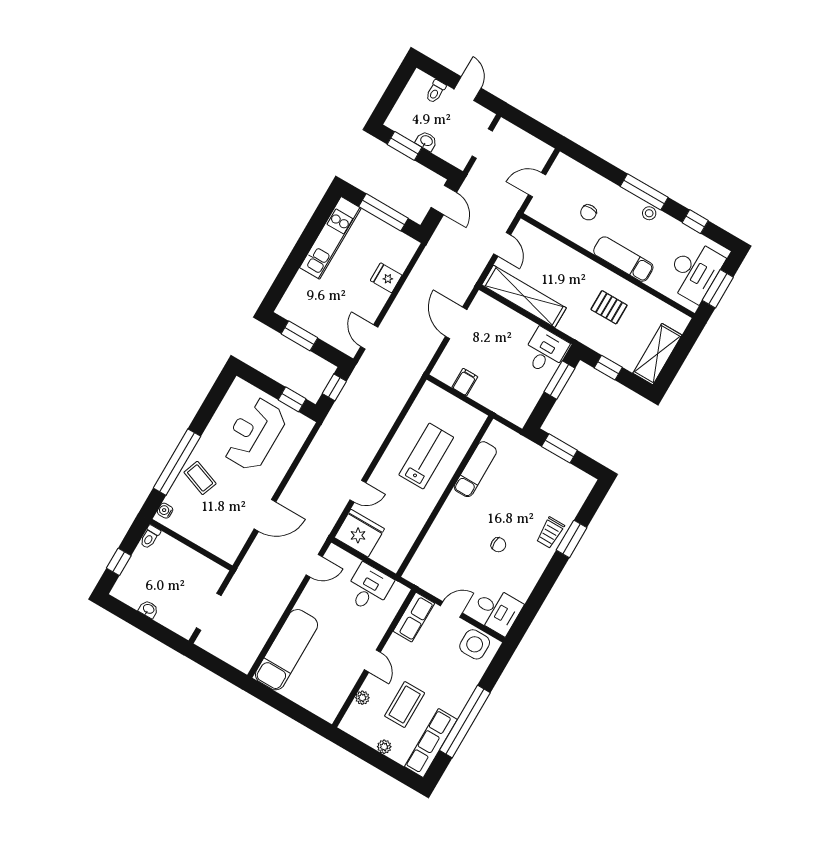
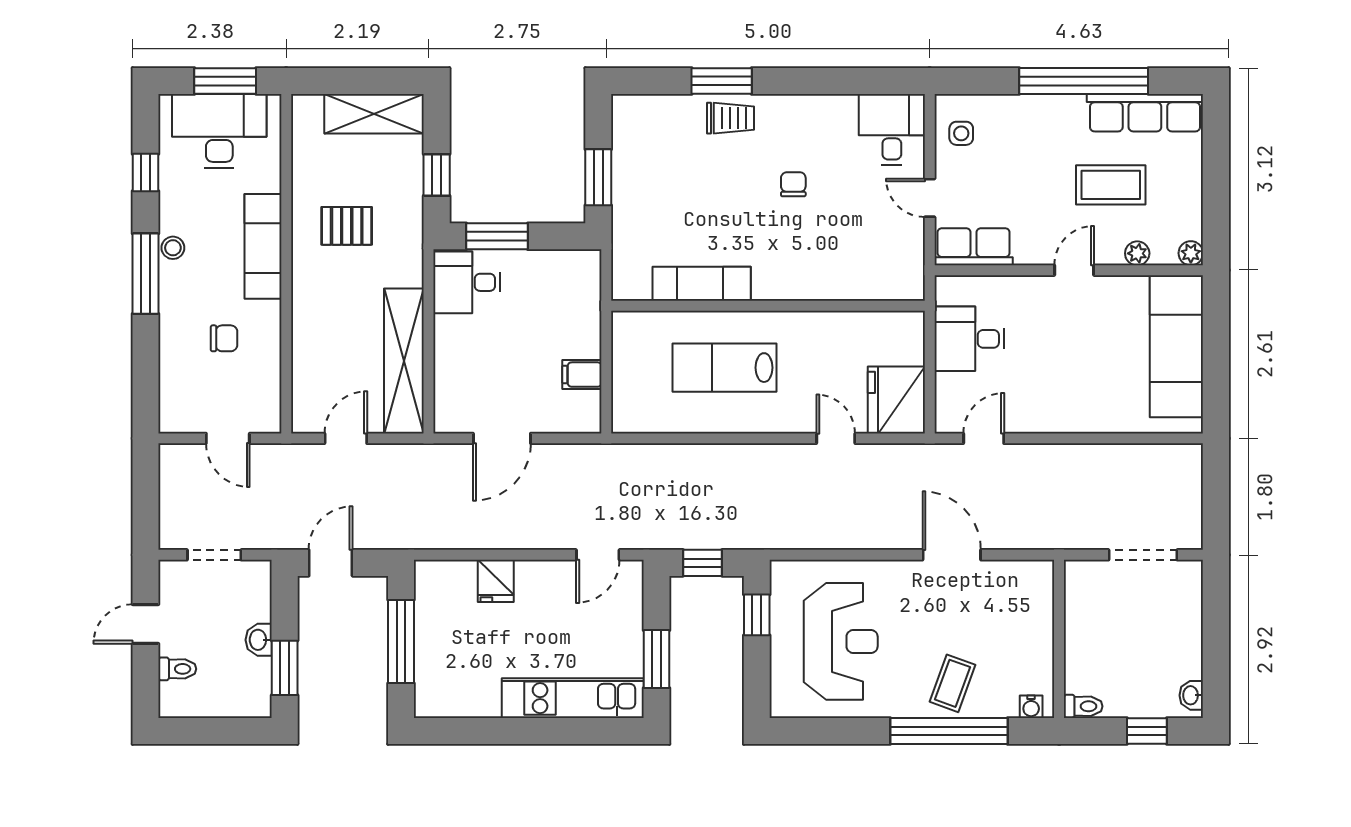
kitchen unit: (330, 238) -> (573, 698), moved
pallet: (609, 307) -> (347, 226), turned 90
reception desk: (254, 434) -> (841, 641), turned -90
door: (314, 566) -> (984, 438), hinge flipped
washbasin: (148, 609) -> (1191, 695), moved
side table: (475, 644) -> (961, 133), width x0.54, depth x0.54
exam couch: (286, 650) -> (1176, 346), moved, turned -90
plant: (384, 747) -> (1191, 253), moved

